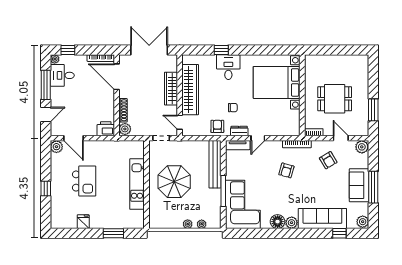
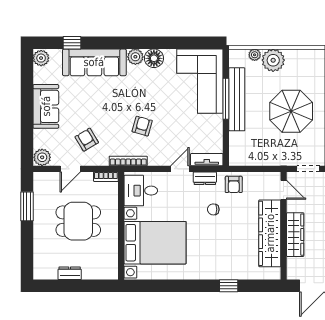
dresser: (341, 59) -> (70, 273), added
desk: (228, 67) -> (141, 191), moved, turned 90
door: (341, 138) -> (70, 169), hinge flipped
bench: (215, 164) -> (237, 99), moved
window: (373, 187) -> (27, 104), removed
plant: (188, 224) -> (273, 60), width x1.88, depth x1.88

